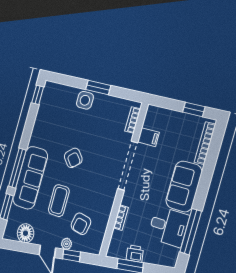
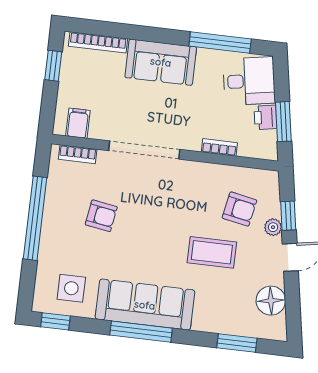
window: (98, 88) -> (35, 218), width x2.11
side table: (85, 100) -> (71, 288), moved
filing cabinet: (148, 137) -> (78, 123), moved
armchair: (73, 158) -> (101, 216), moved, turned 50
window: (17, 168) -> (141, 332), moved
sofa: (30, 178) -> (145, 305), moved
desk: (168, 226) -> (249, 81), moved, turned 80

